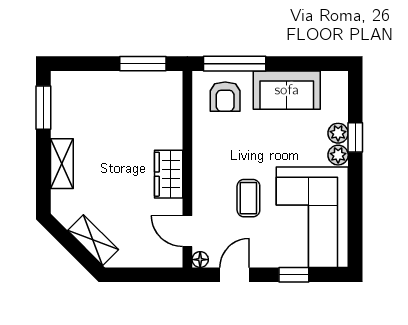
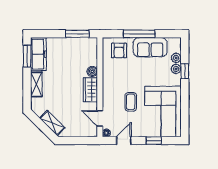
window: (235, 64) -> (139, 34), moved
freezer: (66, 104) -> (38, 54), added
boiler: (172, 138) -> (92, 71), added
plant: (338, 155) -> (176, 58), moved

